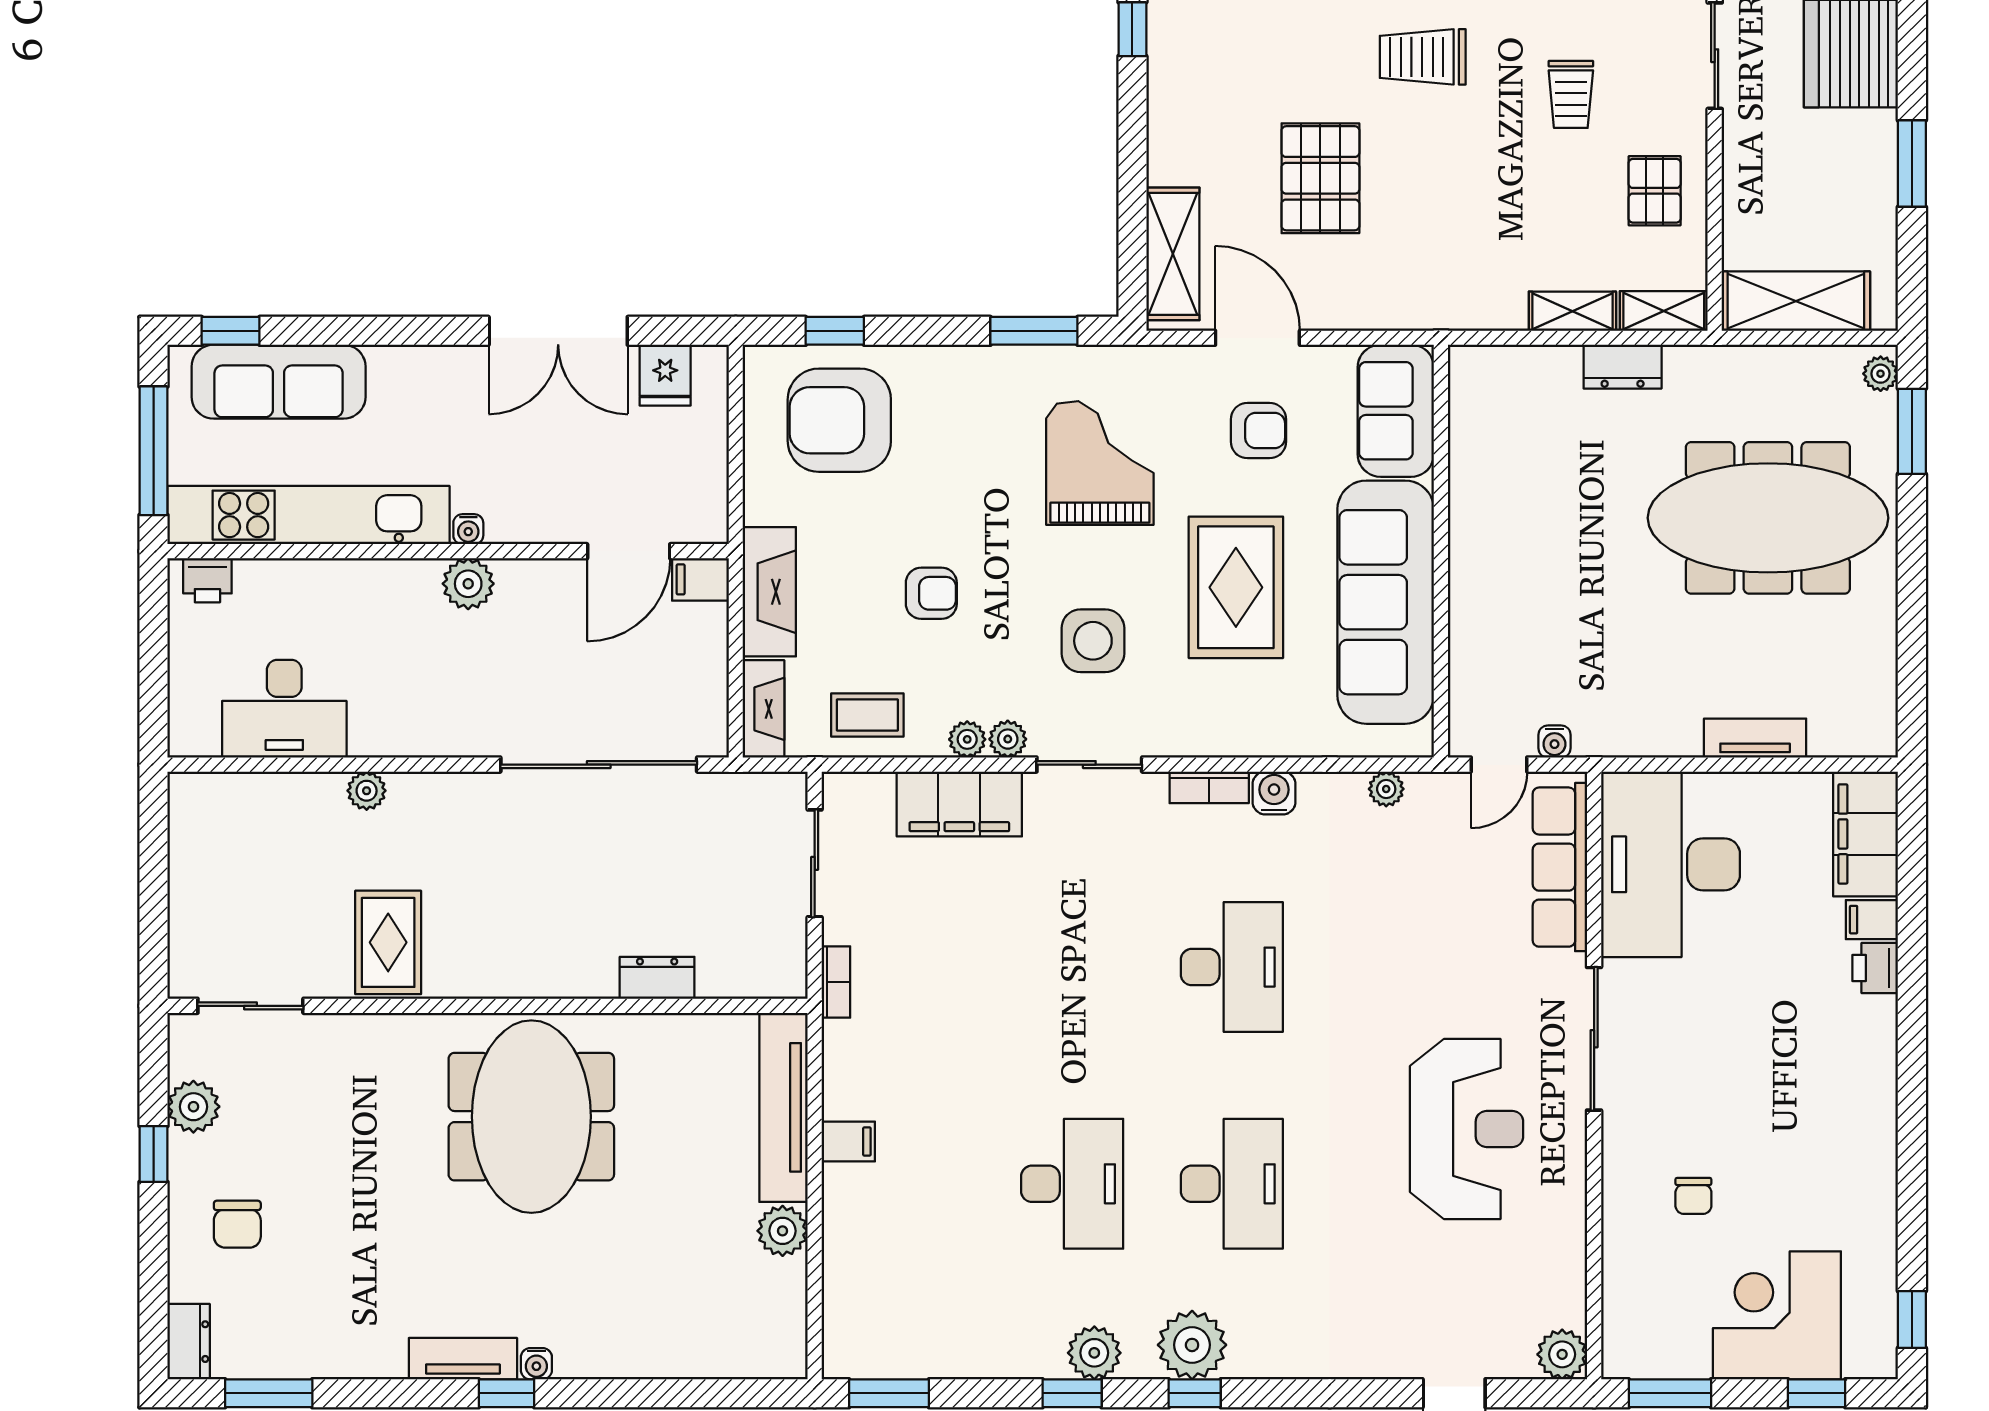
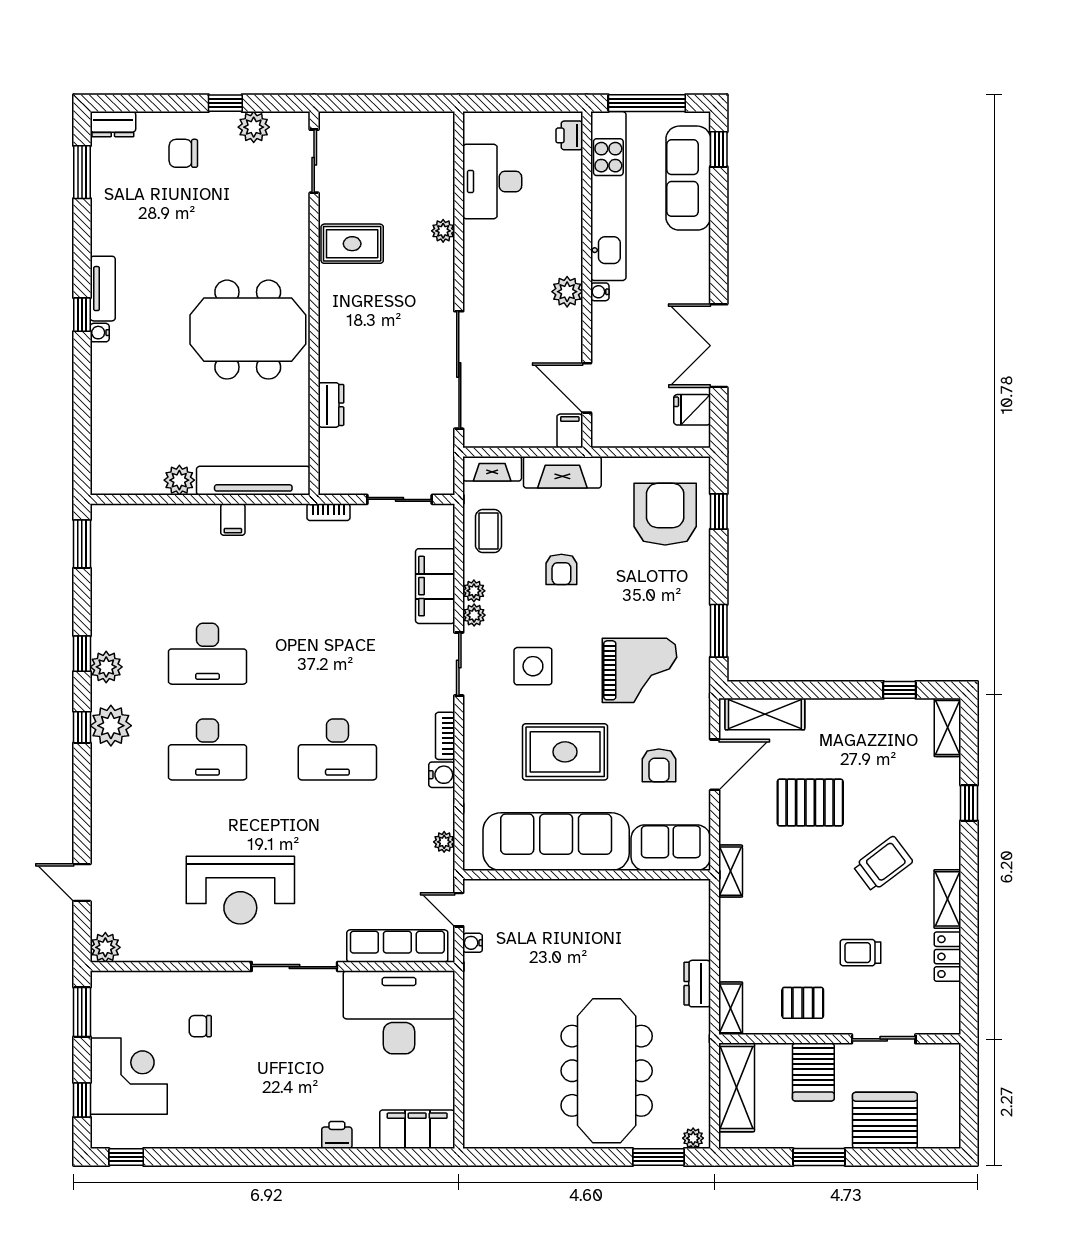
trolley: (1423, 57) -> (883, 864), turned 53
server rack: (1770, 173) -> (813, 1072), added
shelving: (1572, 311) -> (731, 871), moved
tv unit: (1755, 738) -> (475, 1063), removed
filing cabinet: (1872, 920) -> (366, 1133), removed

